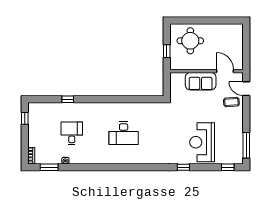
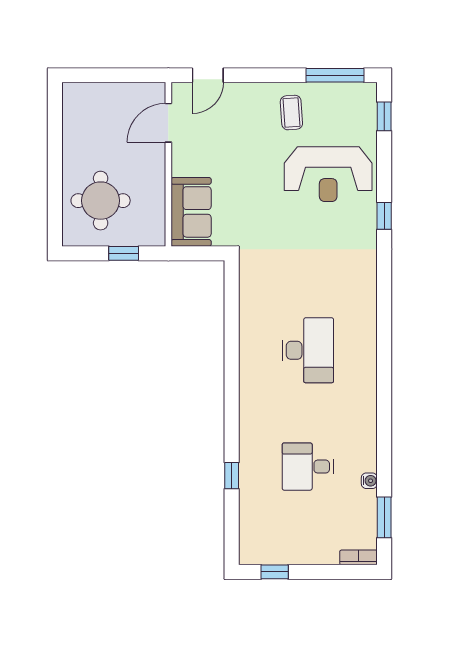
sofa: (201, 81) -> (191, 212), moved
coffee table: (231, 102) -> (291, 113), moved

